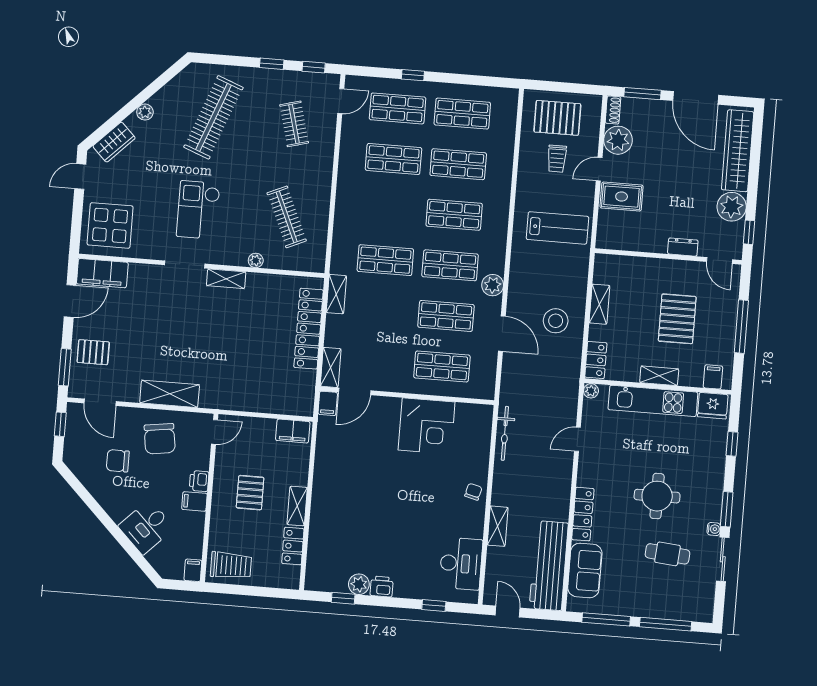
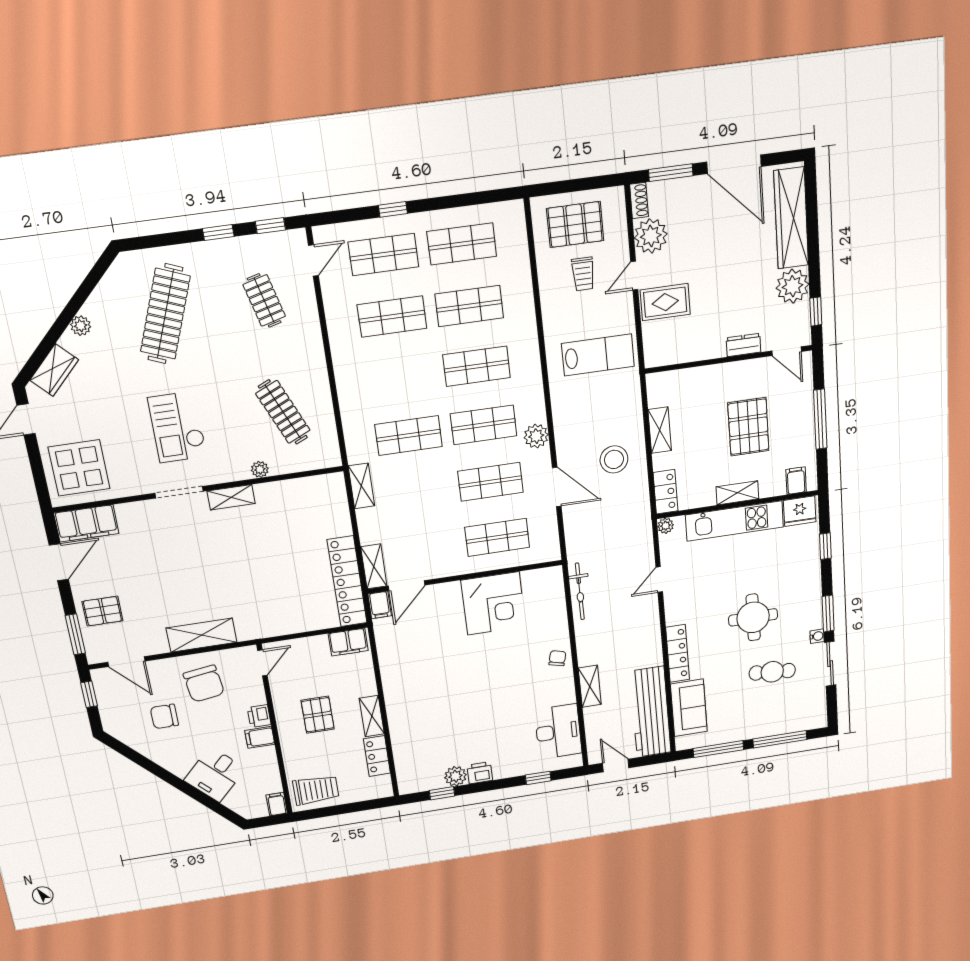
locker: (309, 329) -> (347, 581), moved

